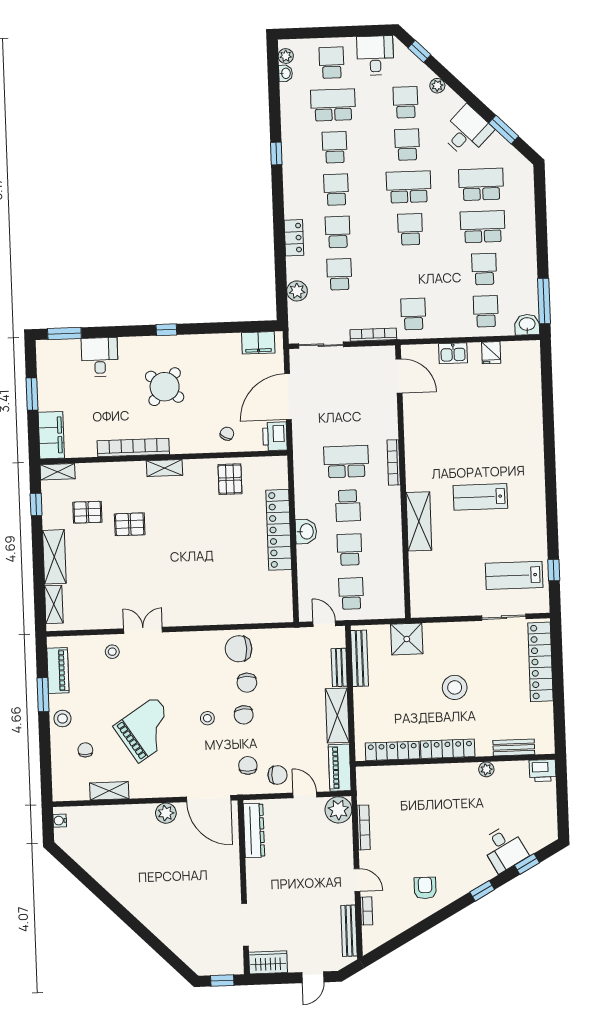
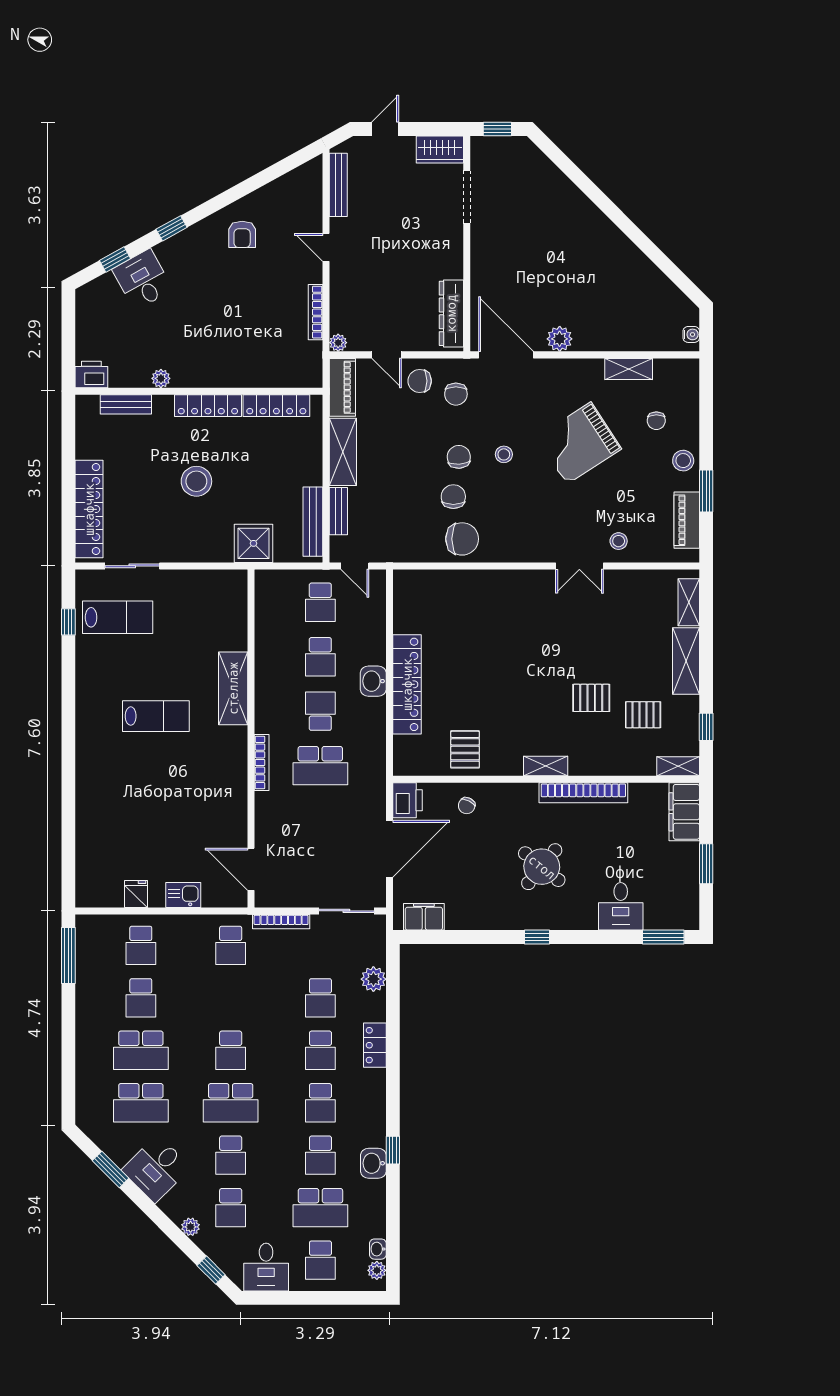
washbasin: (527, 325) -> (373, 1163), moved, turned 90
plant: (338, 810) -> (338, 343), width x0.53, depth x0.53
bookcase: (367, 911) -> (316, 209), removed

